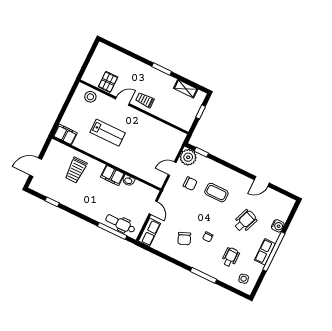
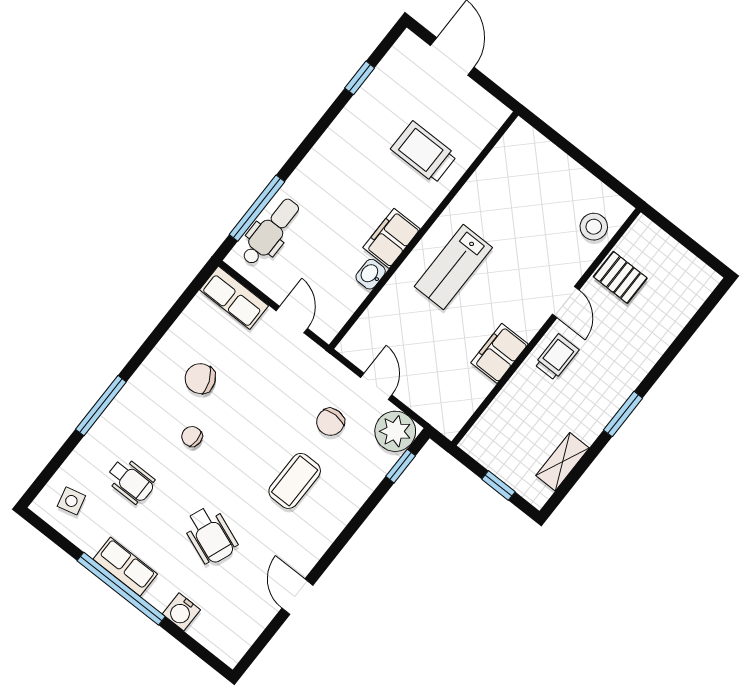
lab bench: (108, 133) -> (453, 267), moved
filing cabinet: (65, 134) -> (499, 353), moved, turned 180
door: (153, 208) -> (292, 320), swing flipped

